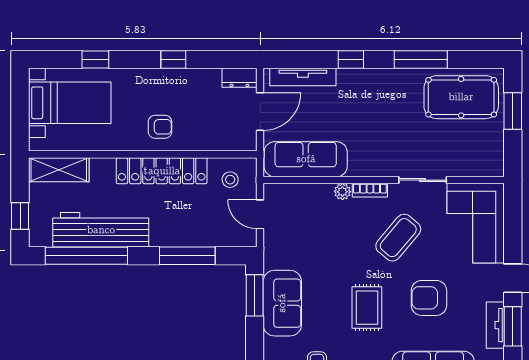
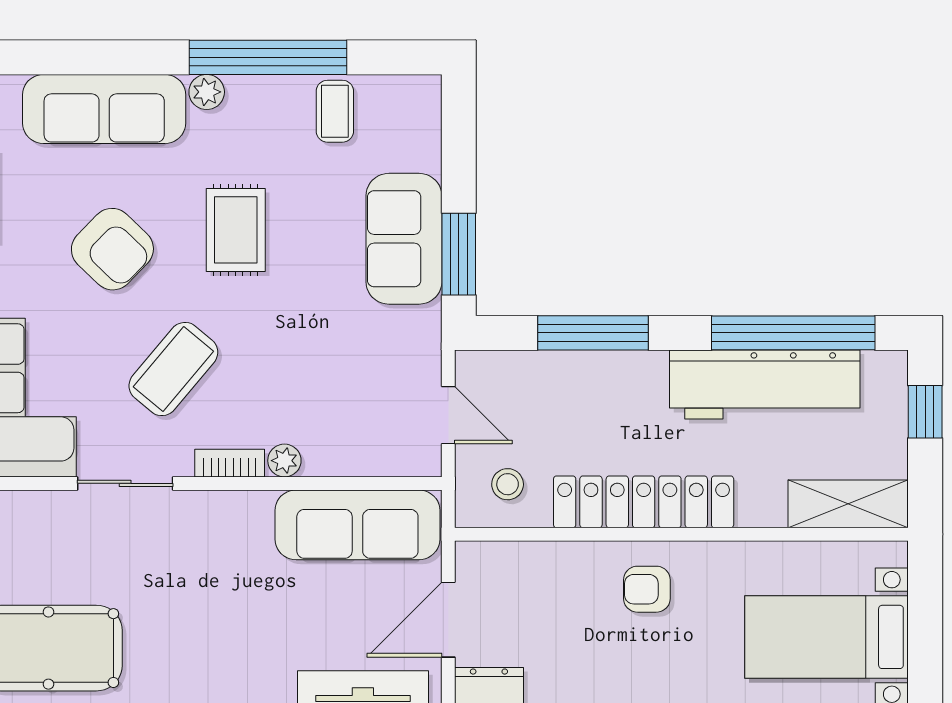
armchair: (429, 298) -> (112, 249), turned 44

